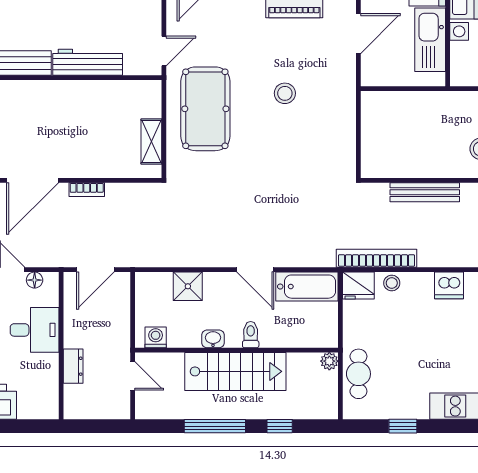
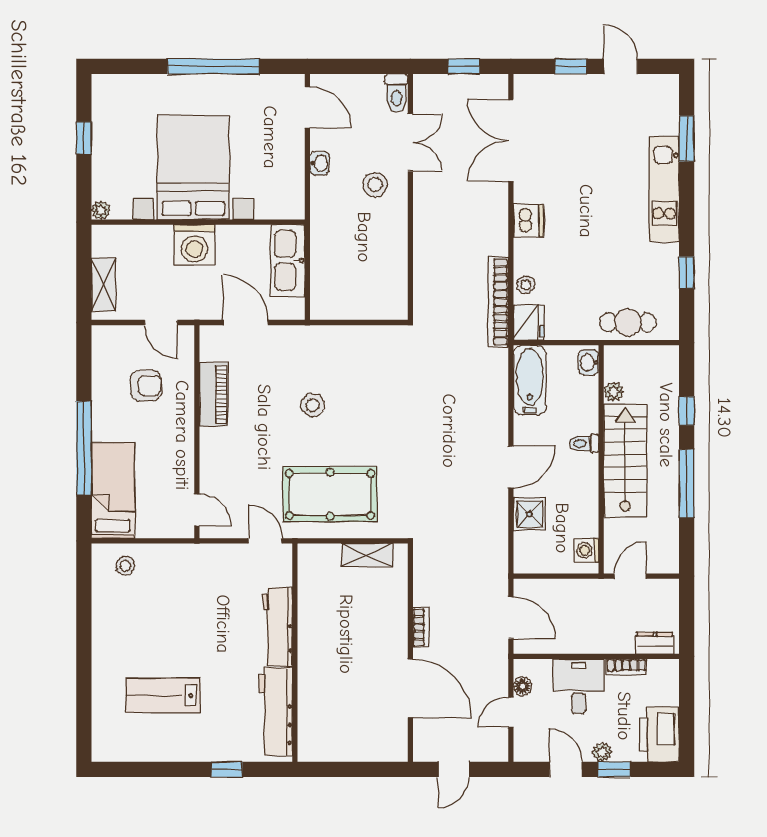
kitchen sink: (430, 40) -> (288, 260), moved, turned 90
bench: (425, 192) -> (424, 248), removed
door: (255, 270) -> (511, 467), moved
washbasin: (213, 339) -> (589, 362), moved
plant: (329, 361) -> (614, 392), moved
dresser: (73, 366) -> (655, 643), moved
bookcase: (52, 372) -> (626, 667), added

